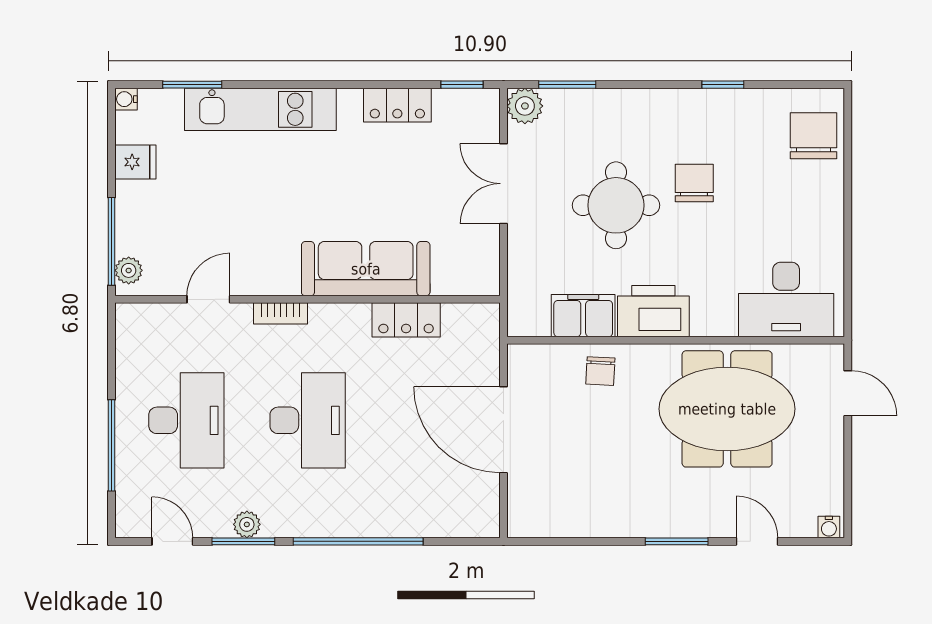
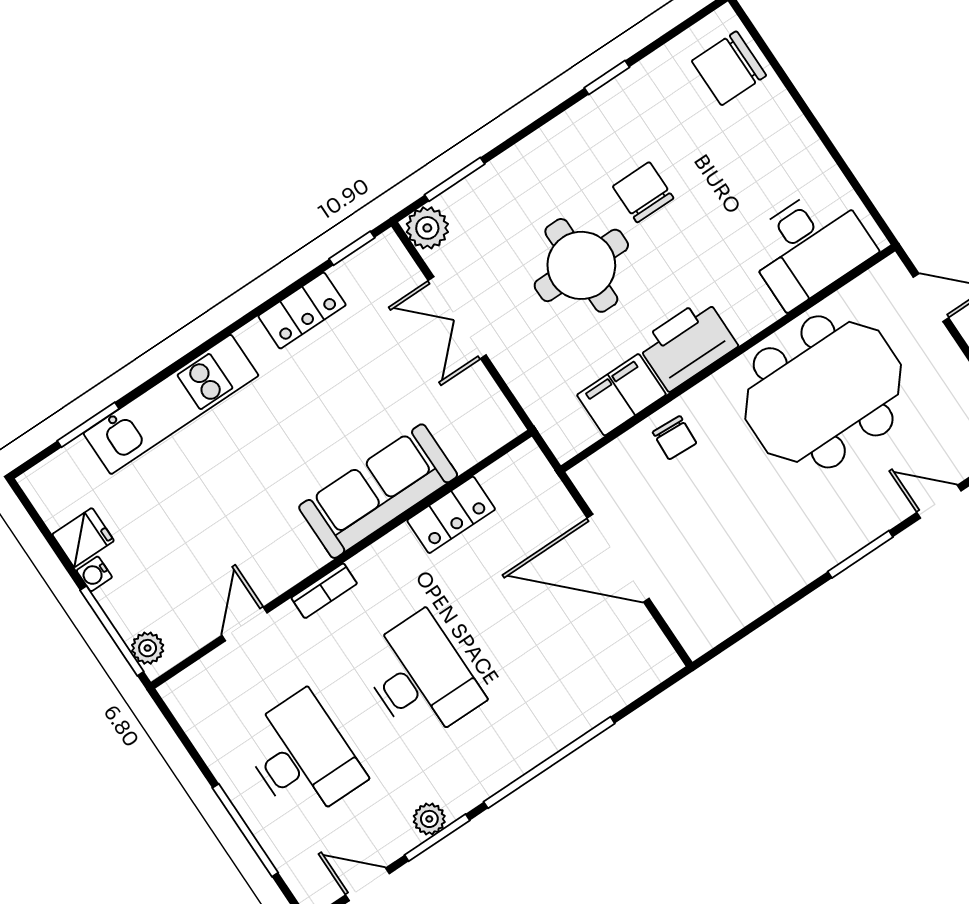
water cooler: (126, 99) -> (94, 574), moved
chair: (814, 136) -> (729, 68), turned -90

